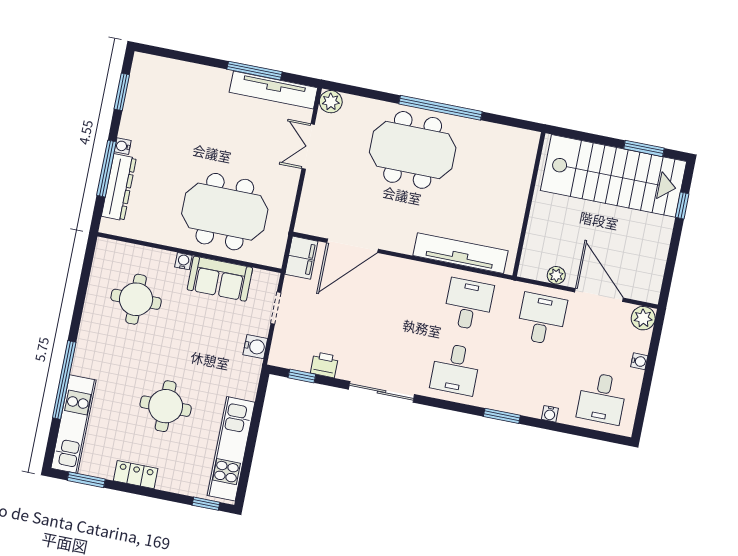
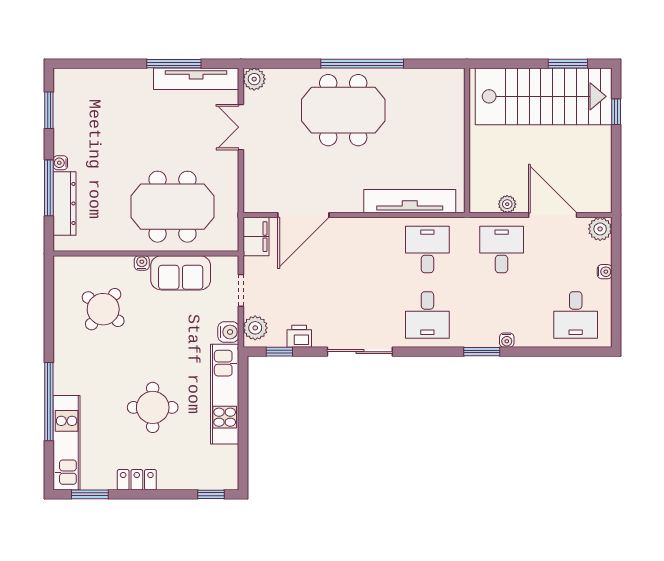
round table: (136, 299) -> (103, 309), turned 38
plant: (283, 348) -> (255, 328), added
water cooler: (550, 414) -> (507, 340), moved
kitchen unit: (231, 449) -> (225, 394), moved

